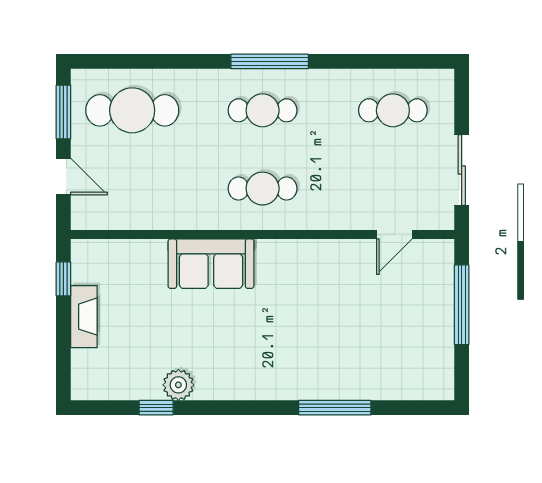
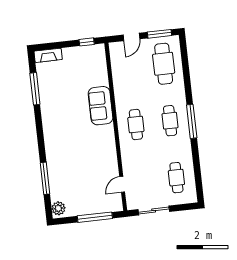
door: (394, 235) -> (122, 184), hinge flipped
fireplace: (84, 317) -> (48, 55), moved
plant: (178, 385) -> (58, 208), moved
window: (156, 408) -> (35, 89), width x2.17
window: (335, 408) -> (45, 178), moved

